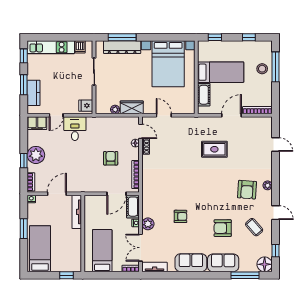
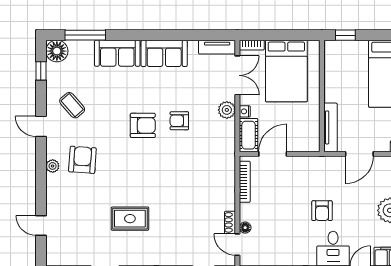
armchair: (111, 158) -> (322, 211), moved
armchair: (223, 228) -> (143, 125), moved
bed: (102, 251) -> (286, 71), width x1.50

